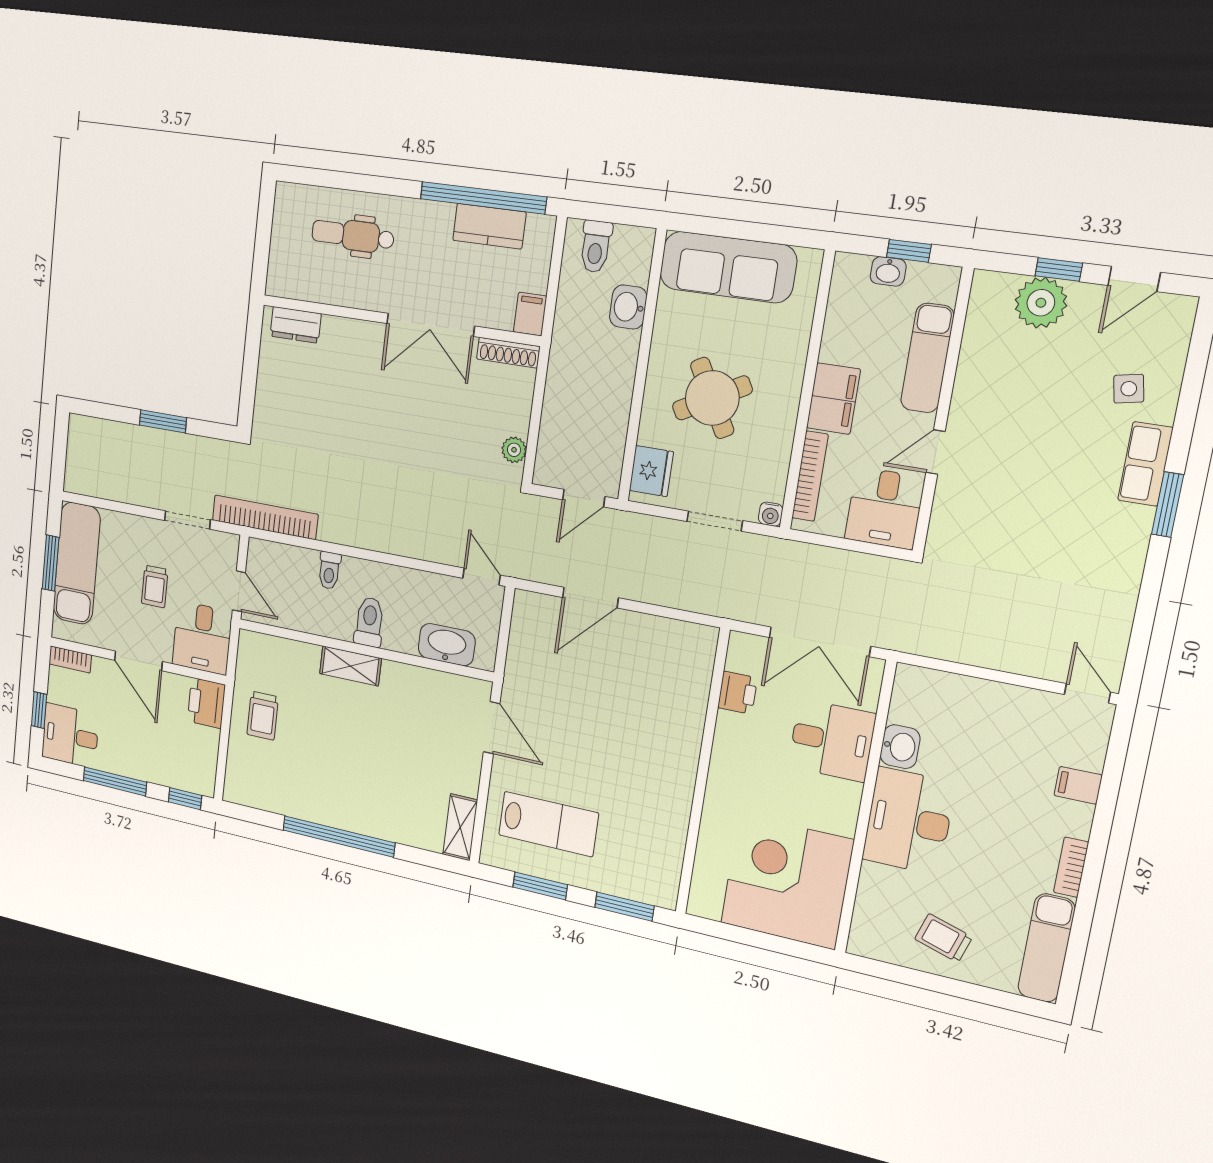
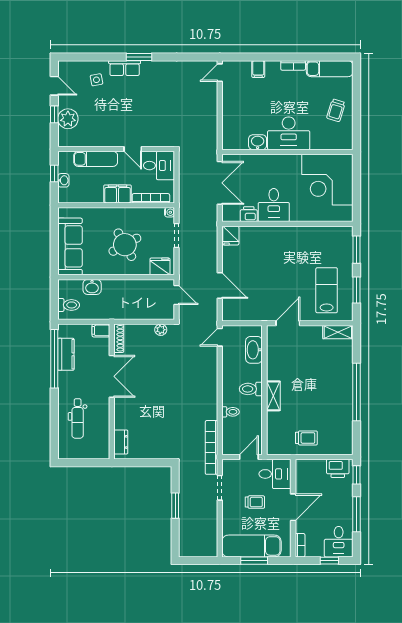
fridge: (696, 643) -> (231, 236), added
printer: (206, 703) -> (338, 468), moved
desk: (832, 740) -> (274, 205), moved, turned 180

